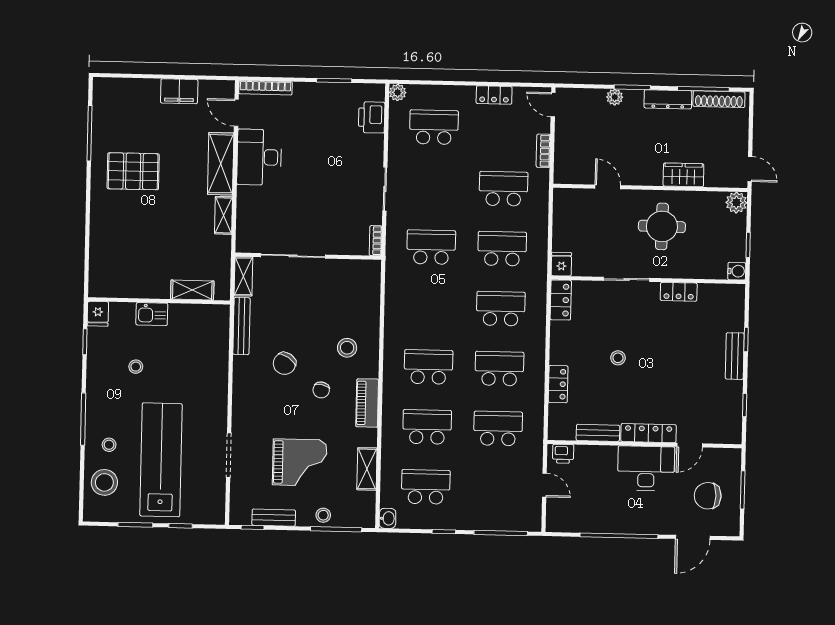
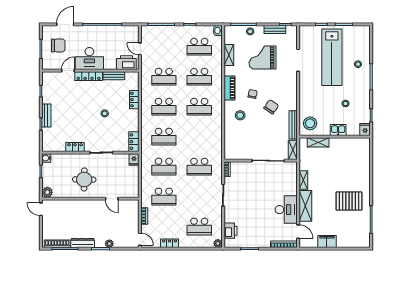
wardrobe: (683, 175) -> (74, 205), removed
printer: (563, 454) -> (126, 63), width x1.87, depth x1.48
stool: (104, 482) -> (310, 123), moved

